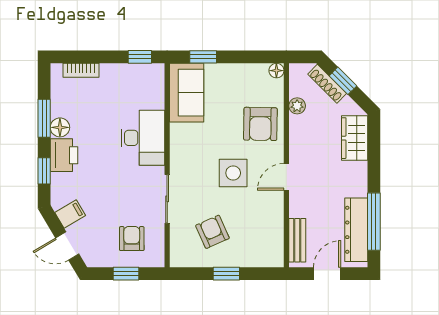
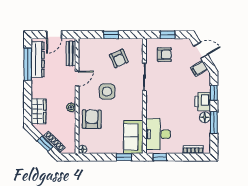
plant: (297, 106) -> (71, 107), moved
desk: (143, 138) -> (158, 134), moved
door: (286, 177) -> (77, 79), moved
armchair: (132, 239) -> (164, 55), turned -90

